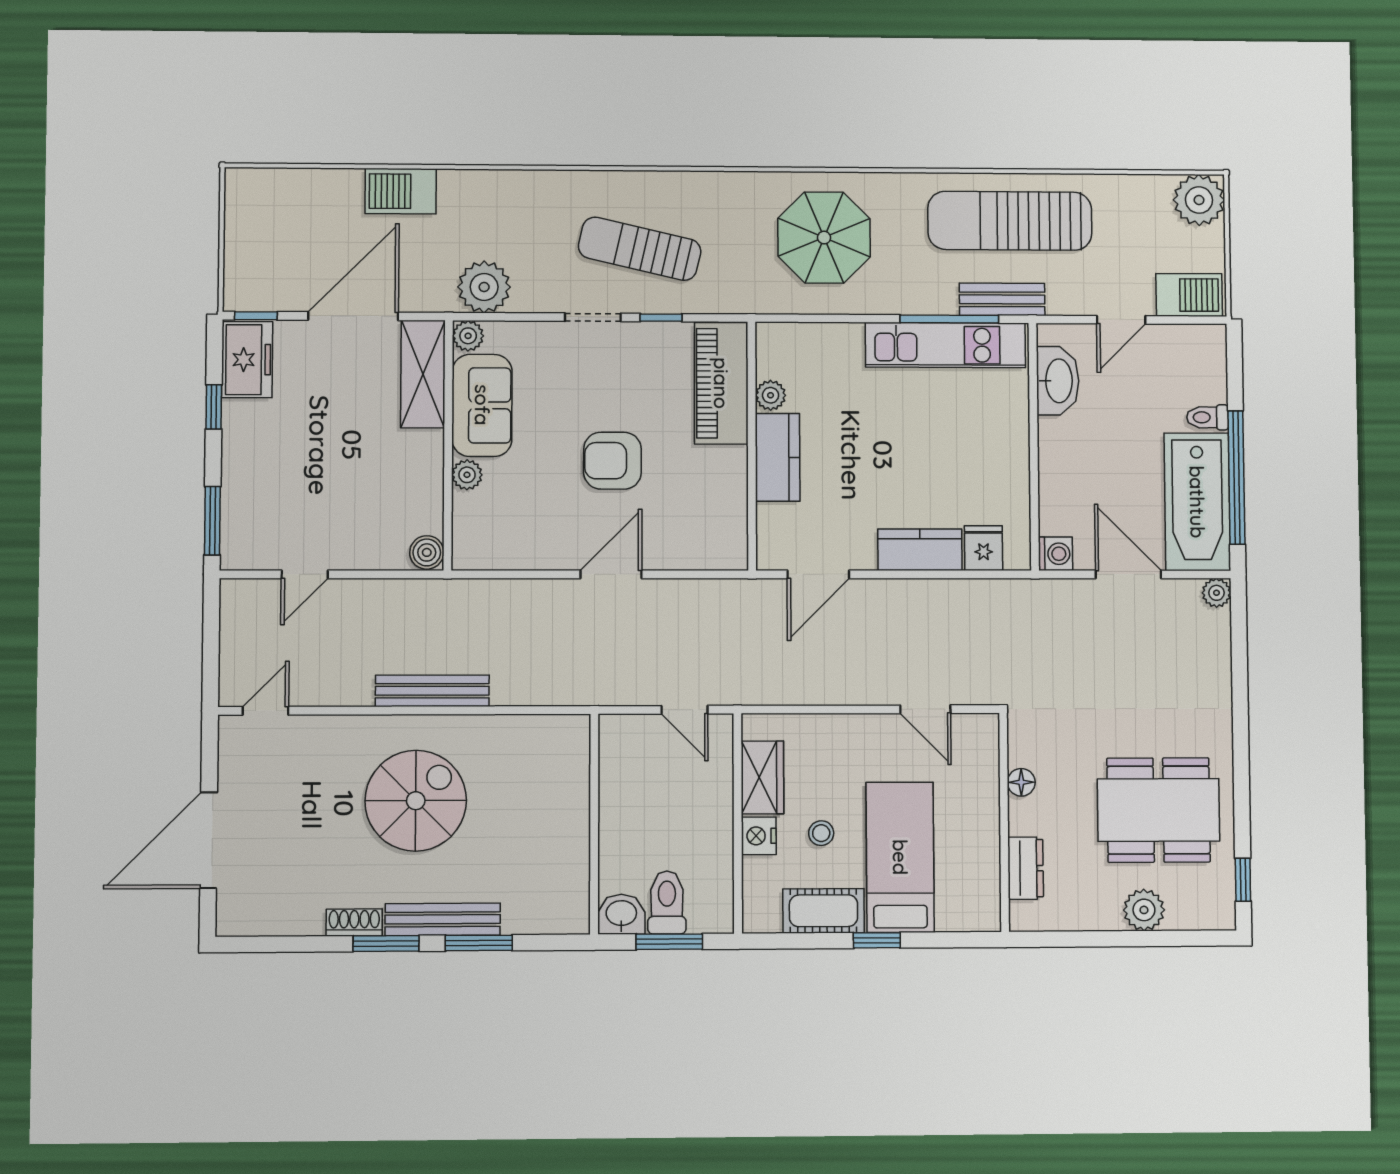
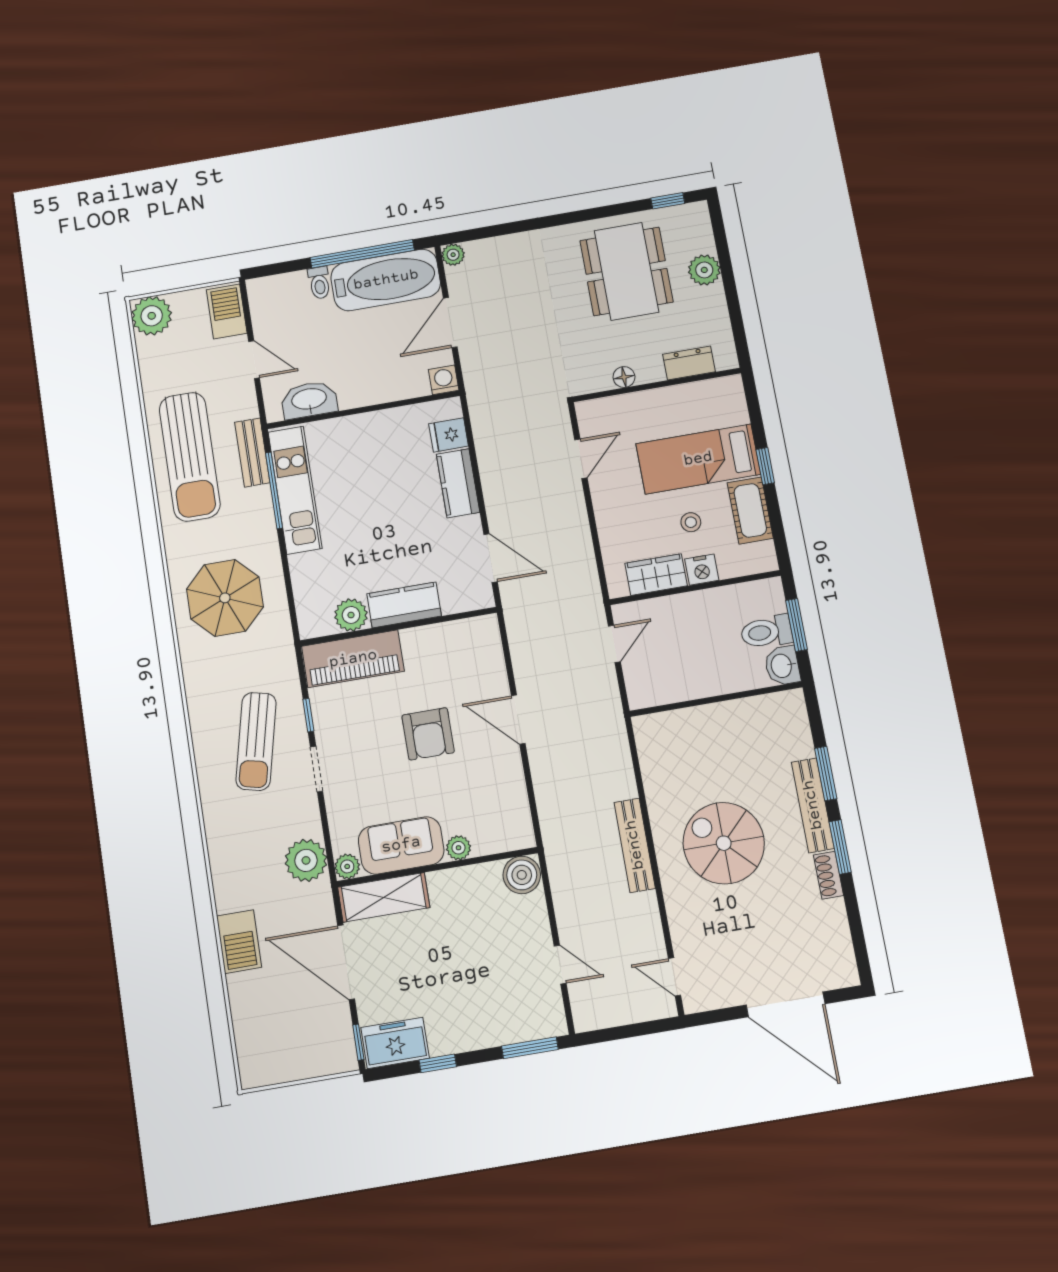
plant: (771, 395) -> (351, 615), width x1.38, depth x1.38
boiler: (427, 552) -> (522, 875), width x1.36, depth x1.36

